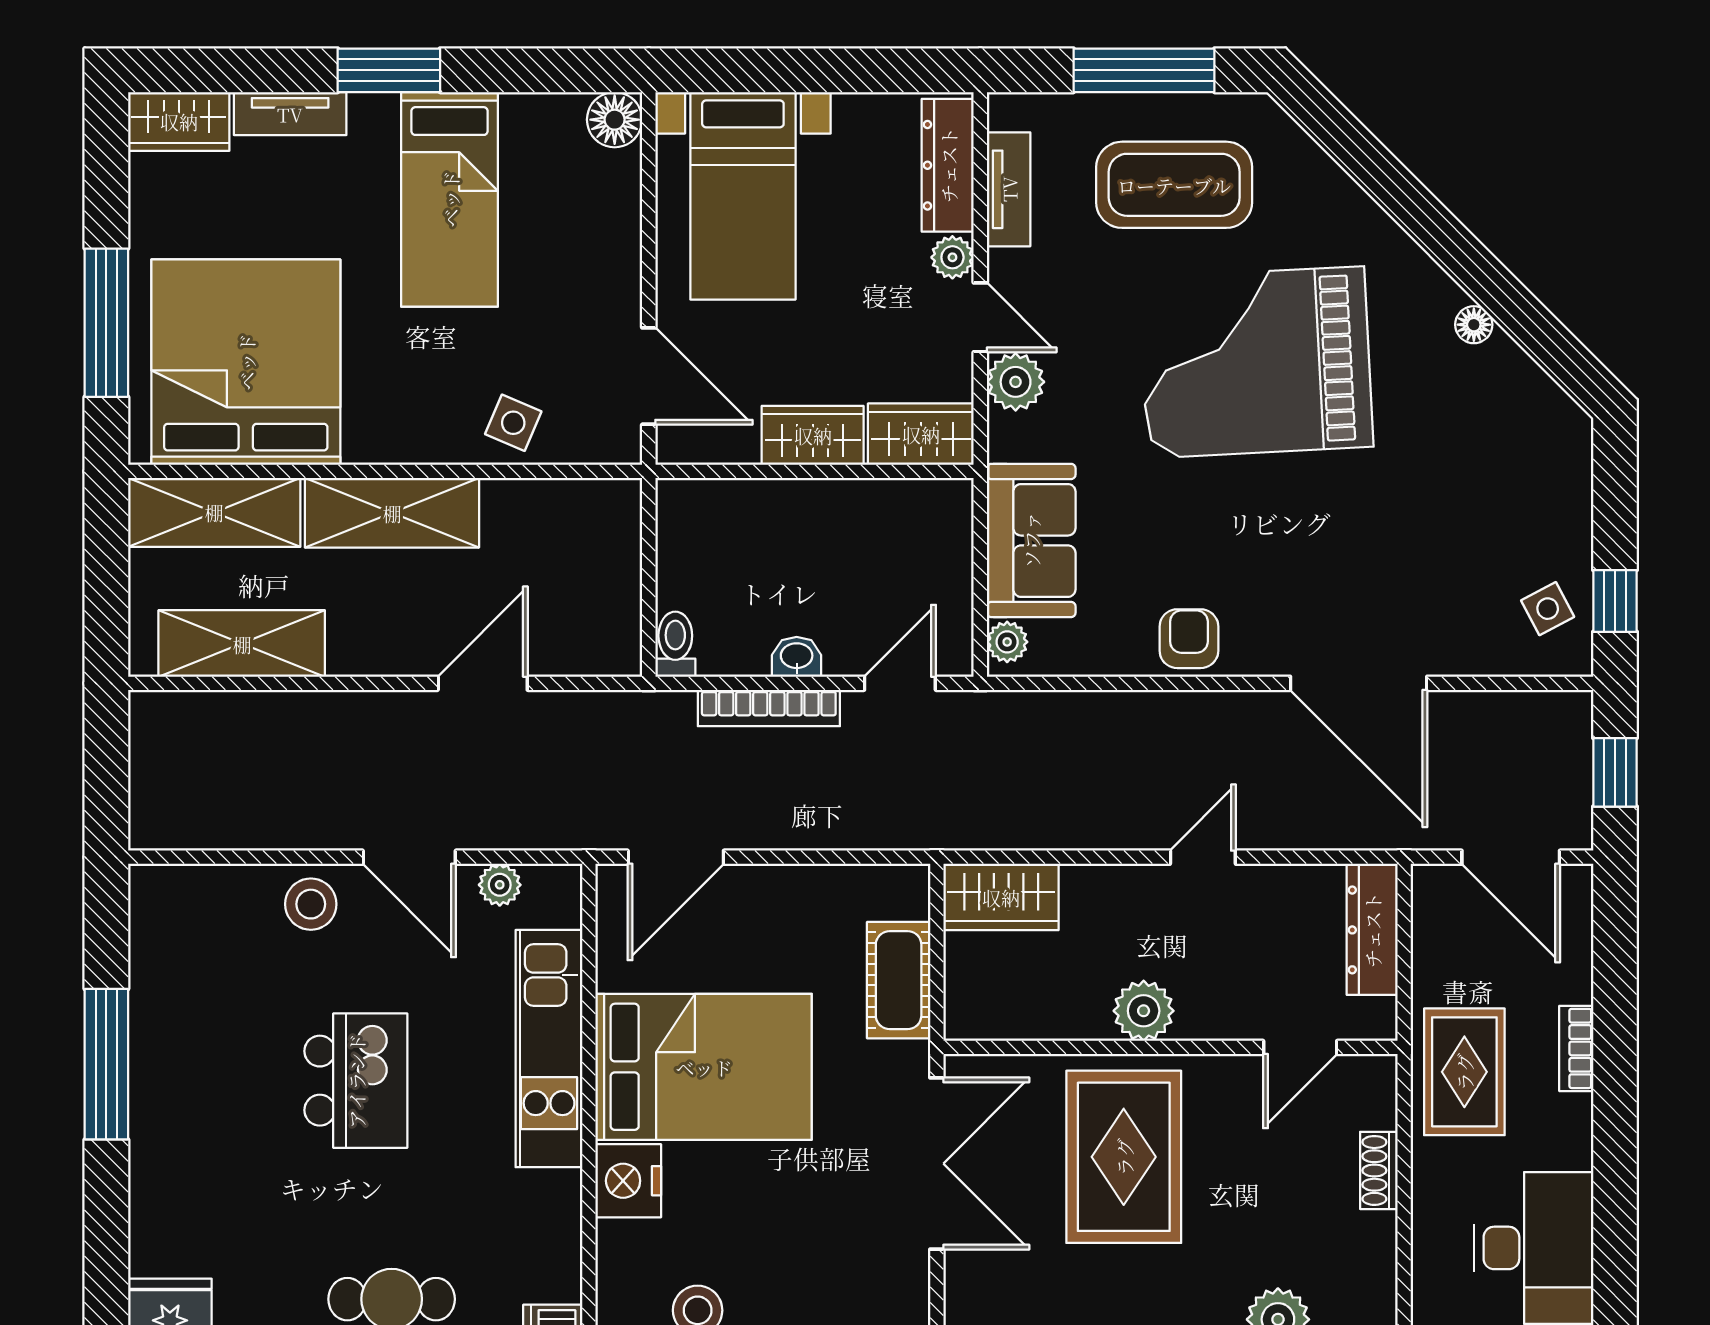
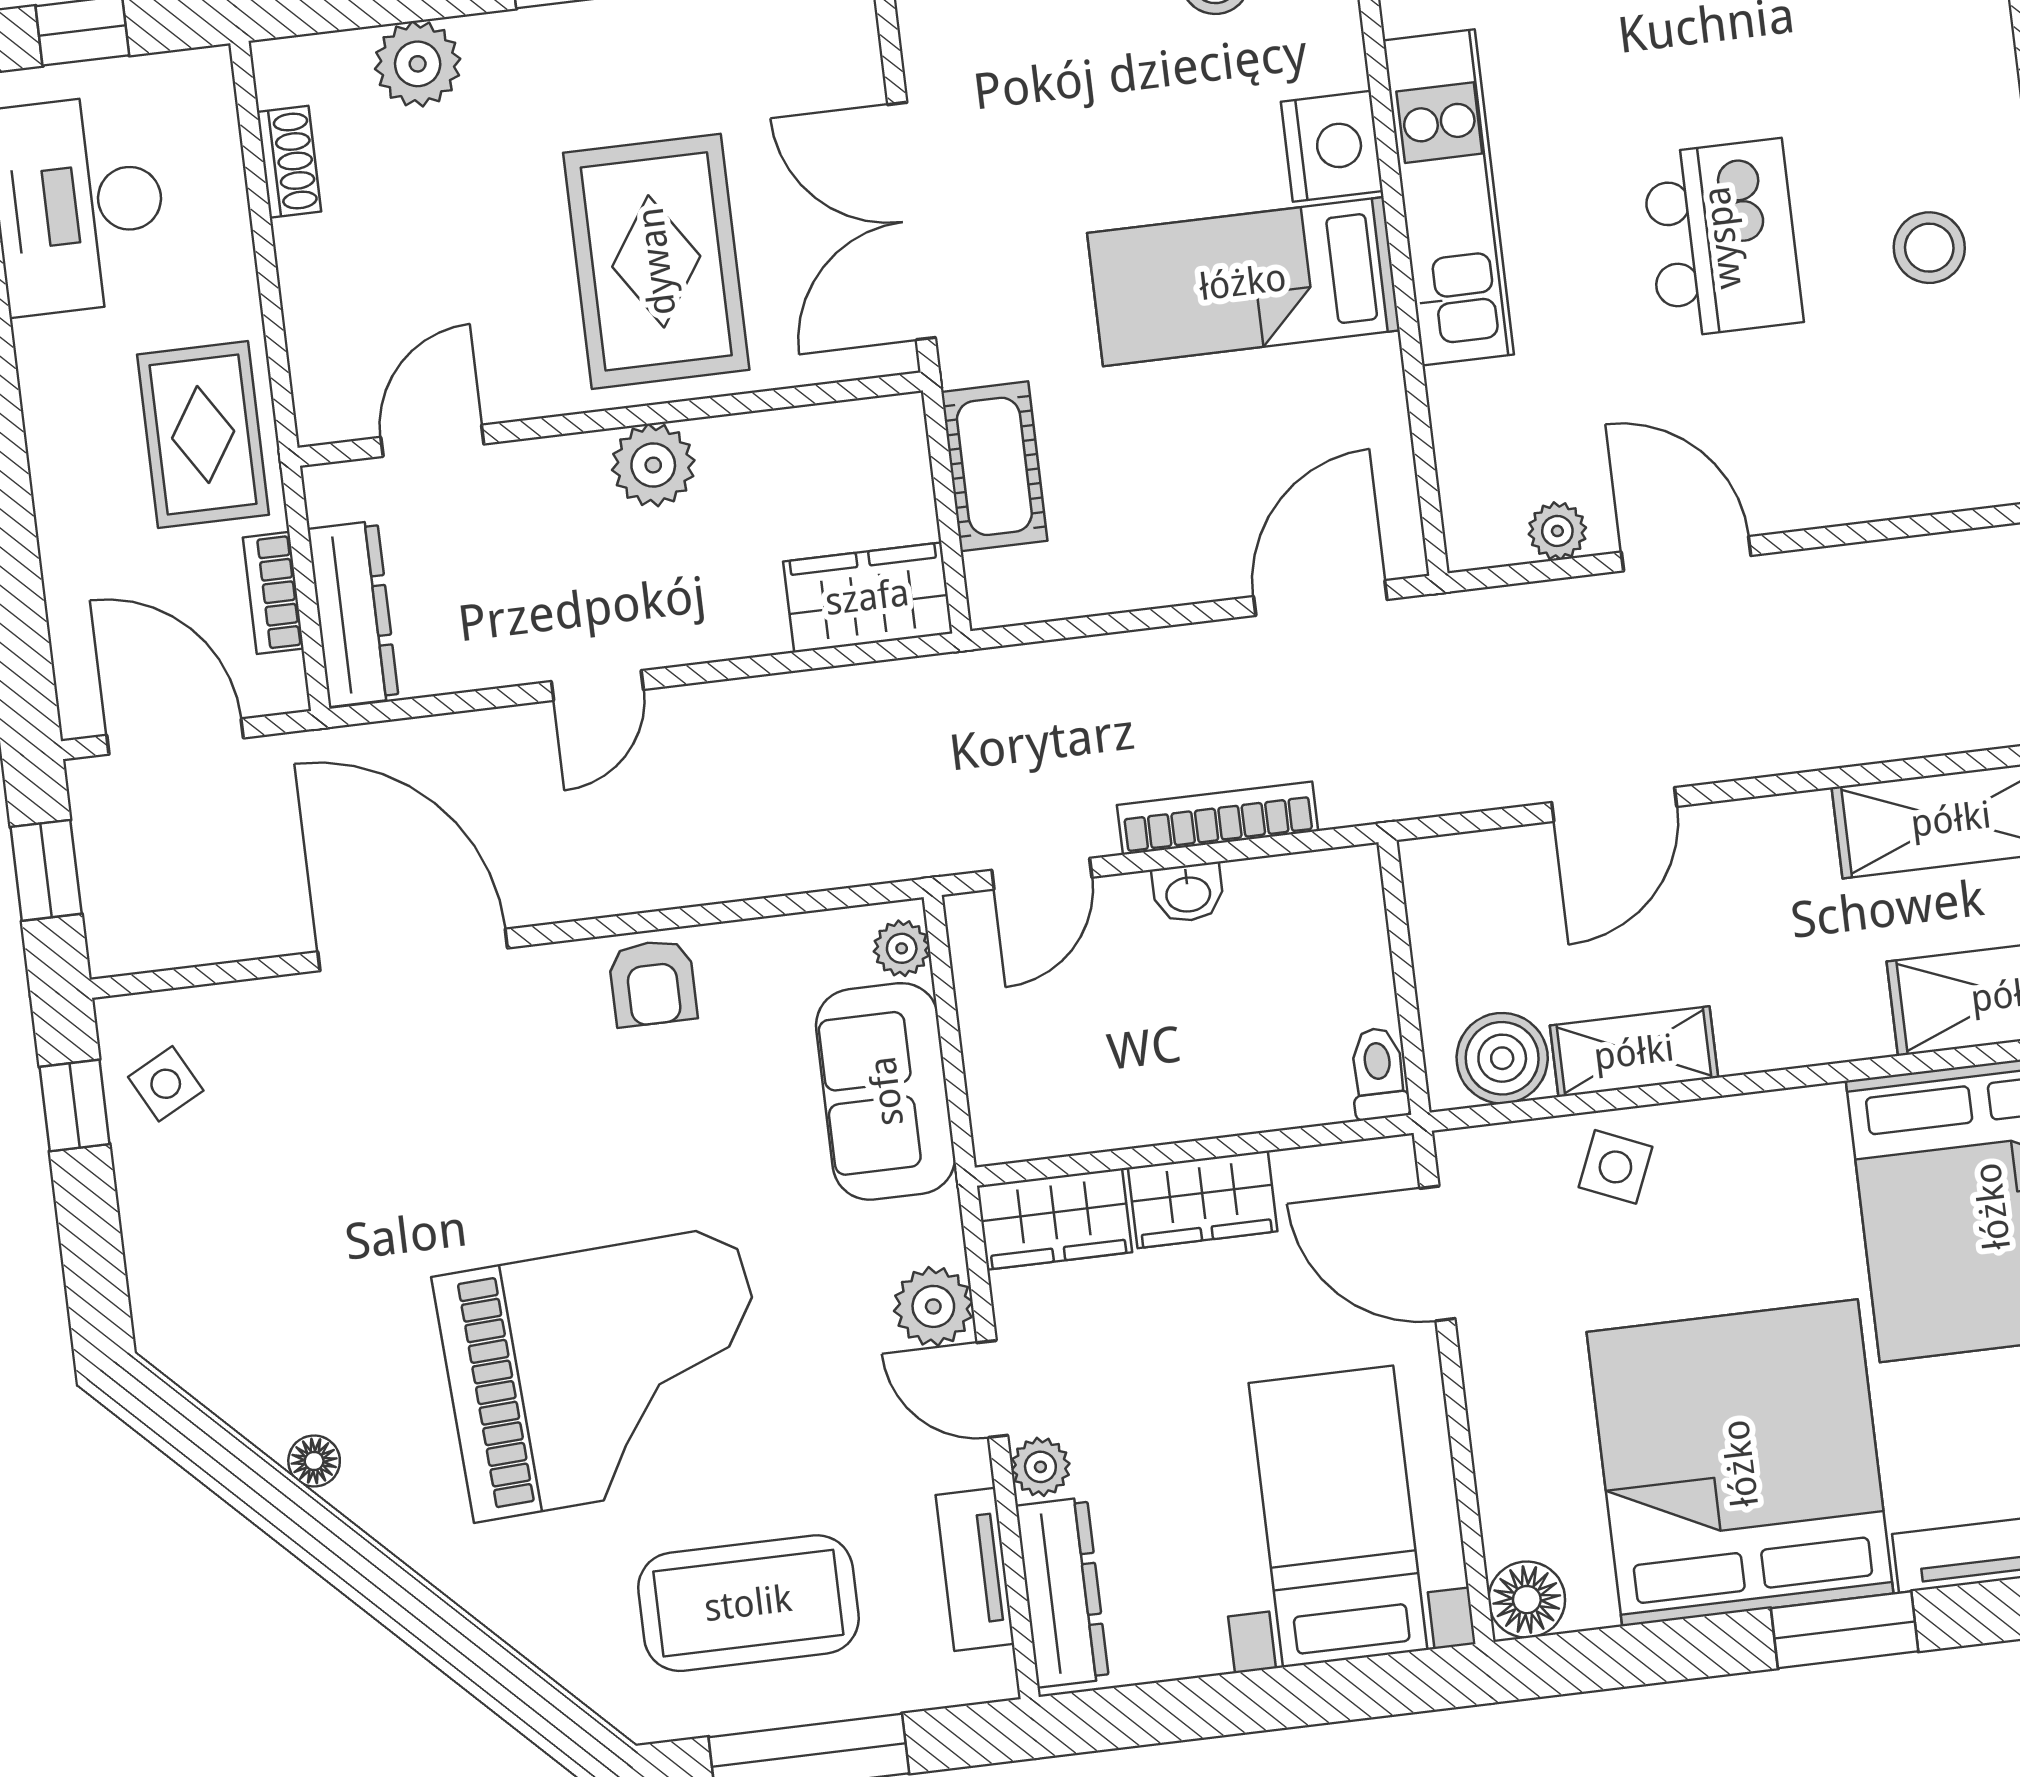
bed: (450, 199) -> (1740, 1463), width x2.04
boiler: (585, 511) -> (1502, 1058), added
shelving: (392, 513) -> (1634, 1052), moved, width x0.67, depth x0.75
toilet: (675, 644) -> (1379, 1074), moved, turned 180
stool: (311, 904) -> (1929, 248), moved
bookcase: (1576, 1048) -> (273, 593), moved, turned 180
kitchen unit: (549, 1049) -> (1448, 197), moved
bed: (704, 1067) -> (1243, 282), width x0.67
kitchen island: (356, 1081) -> (1722, 238), turned 180
shoe rack: (1379, 1170) -> (289, 162), moved

